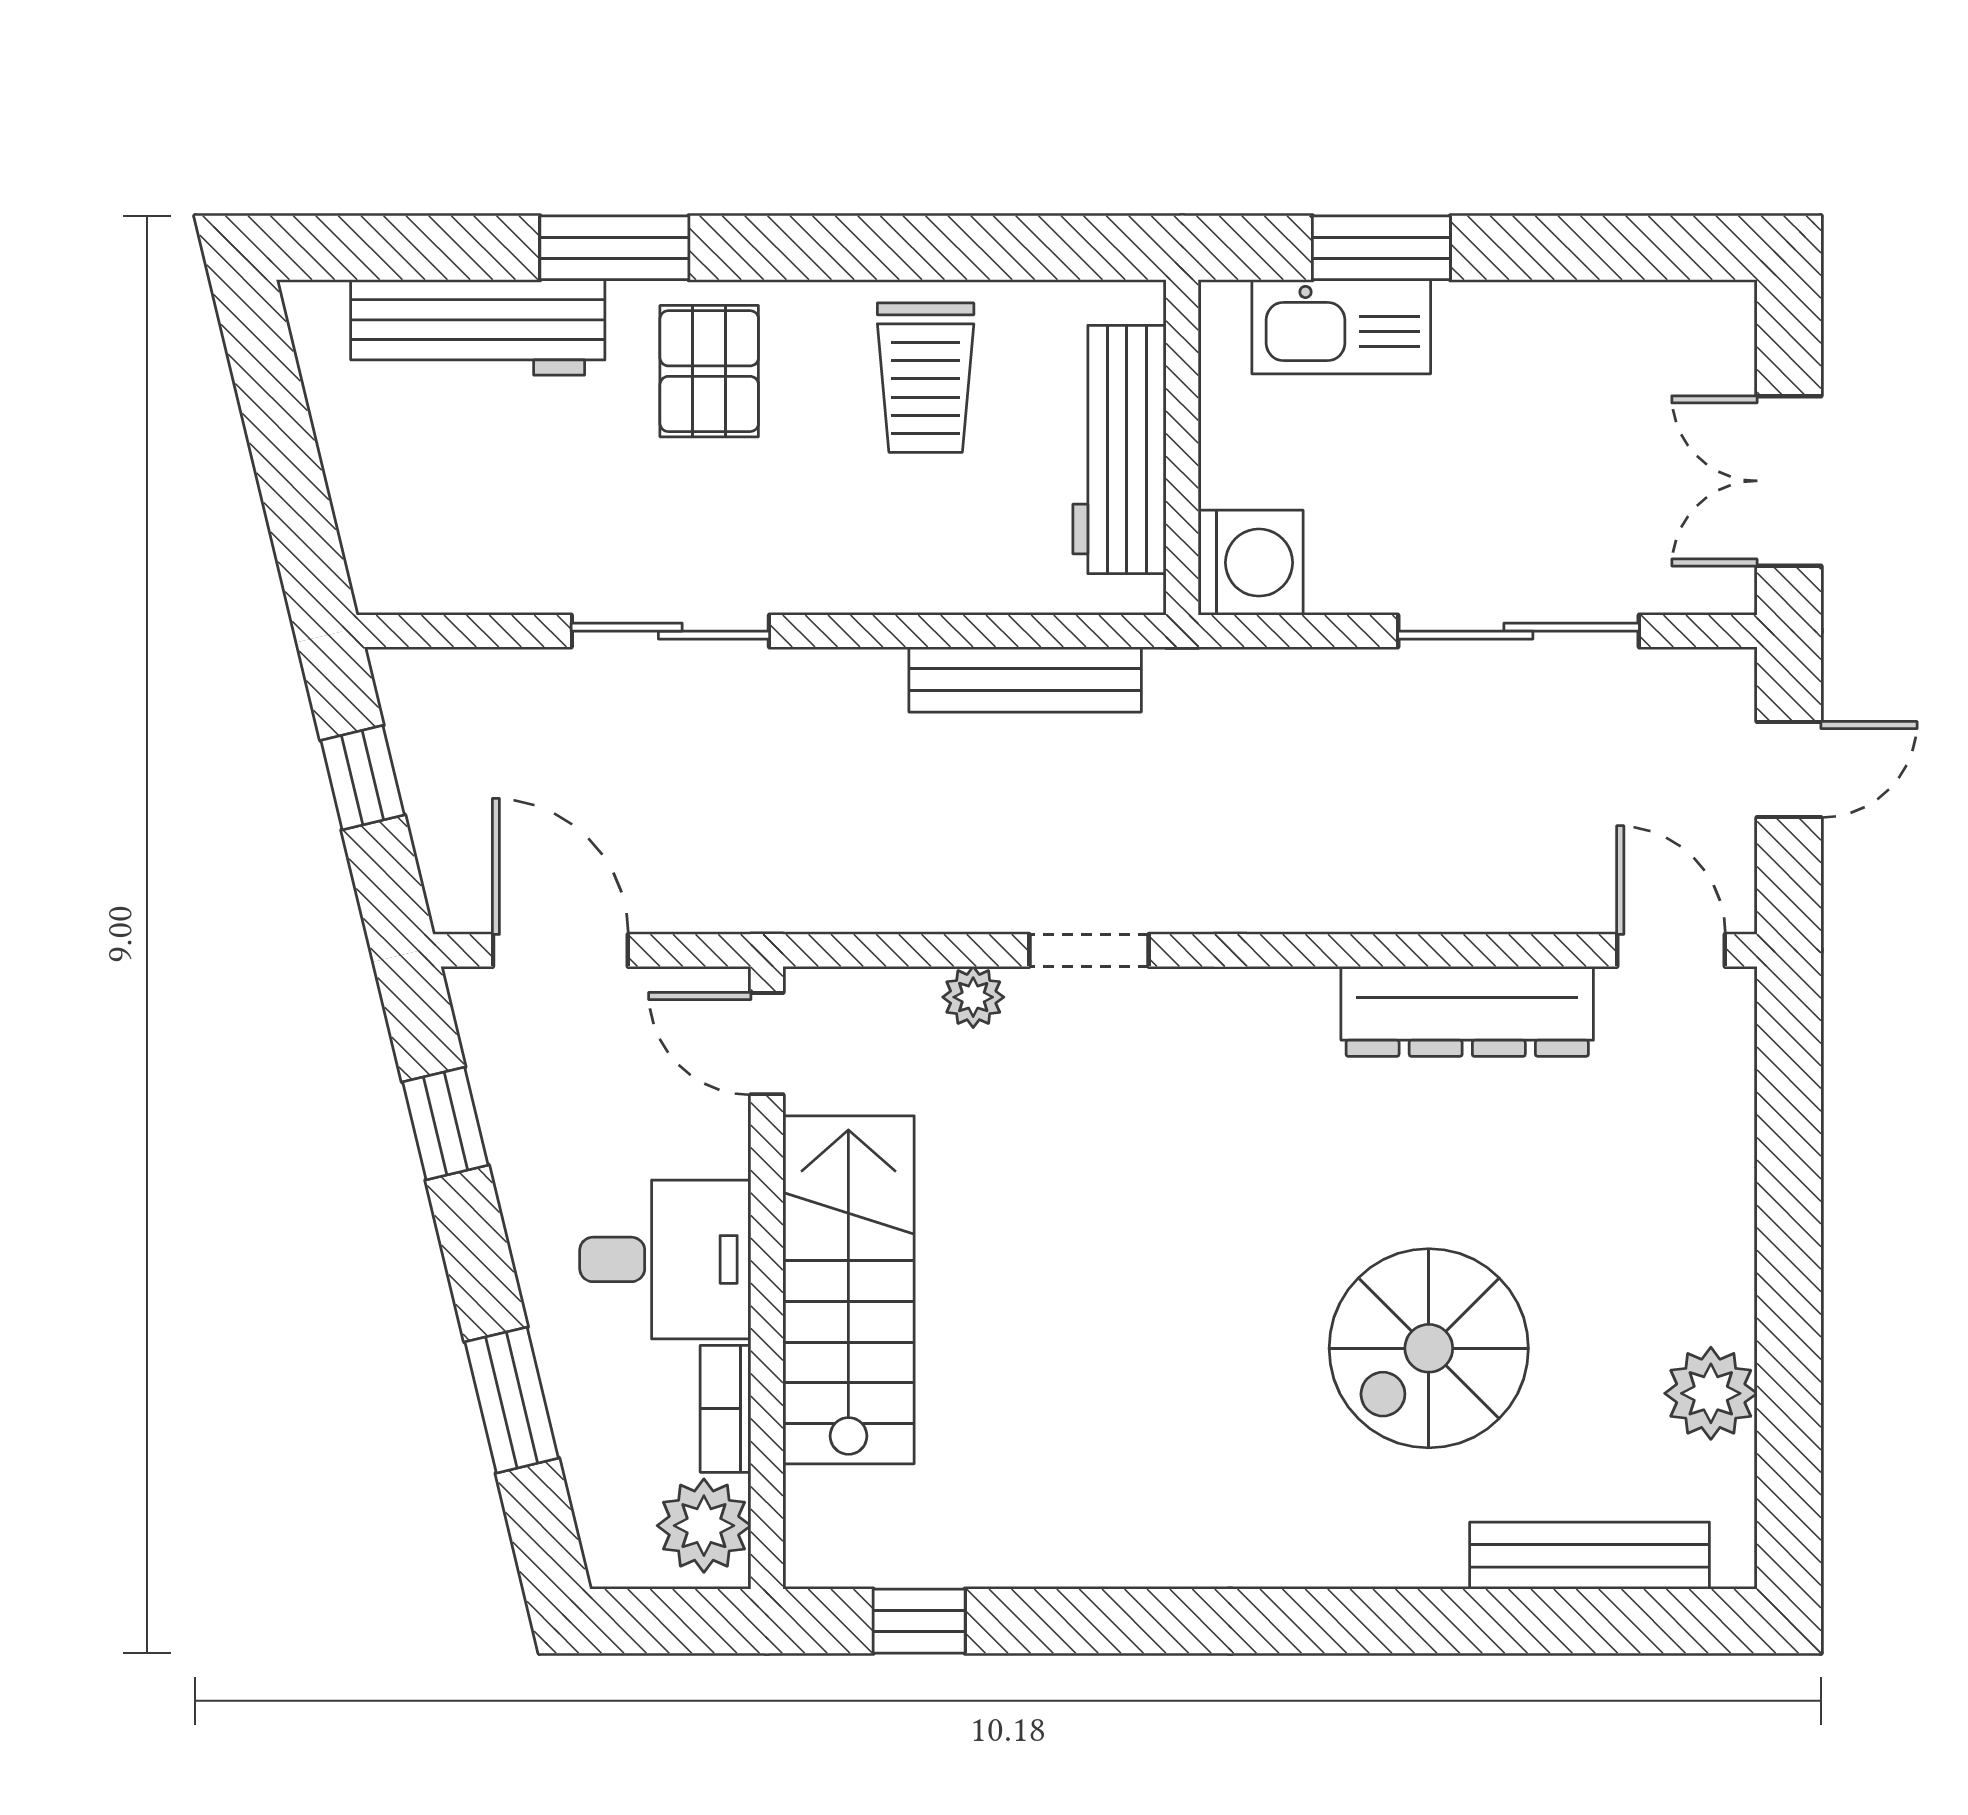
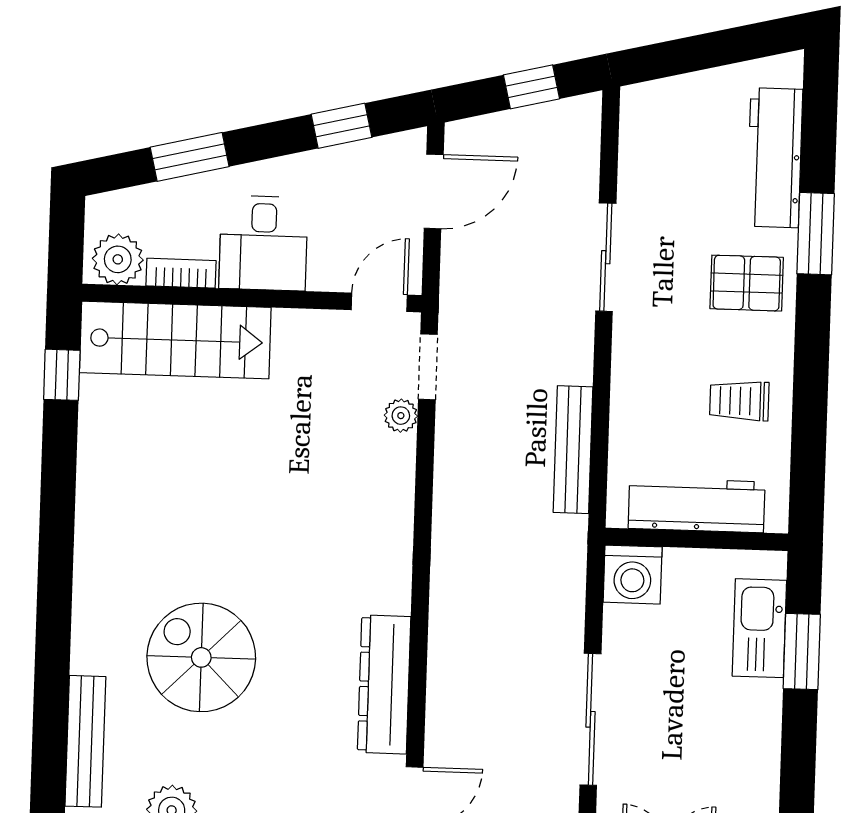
trolley: (926, 378) -> (739, 401), width x0.73, depth x0.72
doorway: (1089, 950) -> (428, 367), moved
stairs: (848, 1290) -> (175, 340), moved

